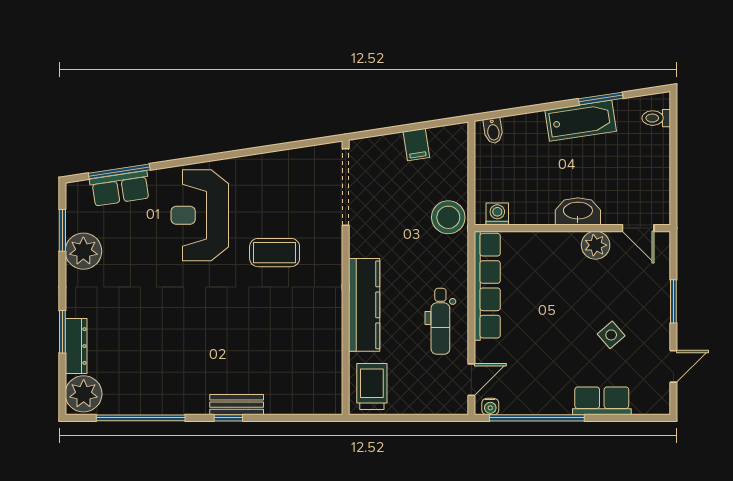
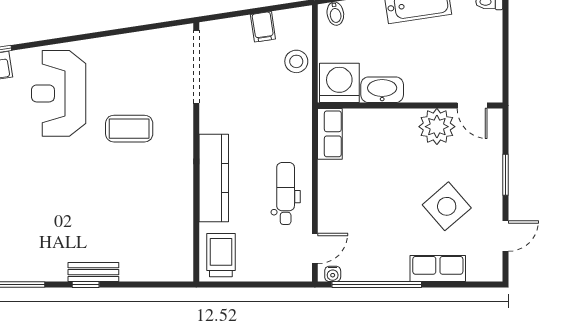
washbasin: (578, 211) -> (382, 90), moved
washing machine: (497, 214) -> (339, 83), width x1.89, depth x1.89
stool: (448, 217) -> (296, 61), moved, width x0.73, depth x0.73
plant: (596, 245) -> (437, 127), width x1.36, depth x1.36
row of seats: (487, 286) -> (330, 134), width x0.50
dental chair: (440, 321) -> (286, 193), turned 180
side table: (611, 335) -> (447, 206), width x1.87, depth x1.87

